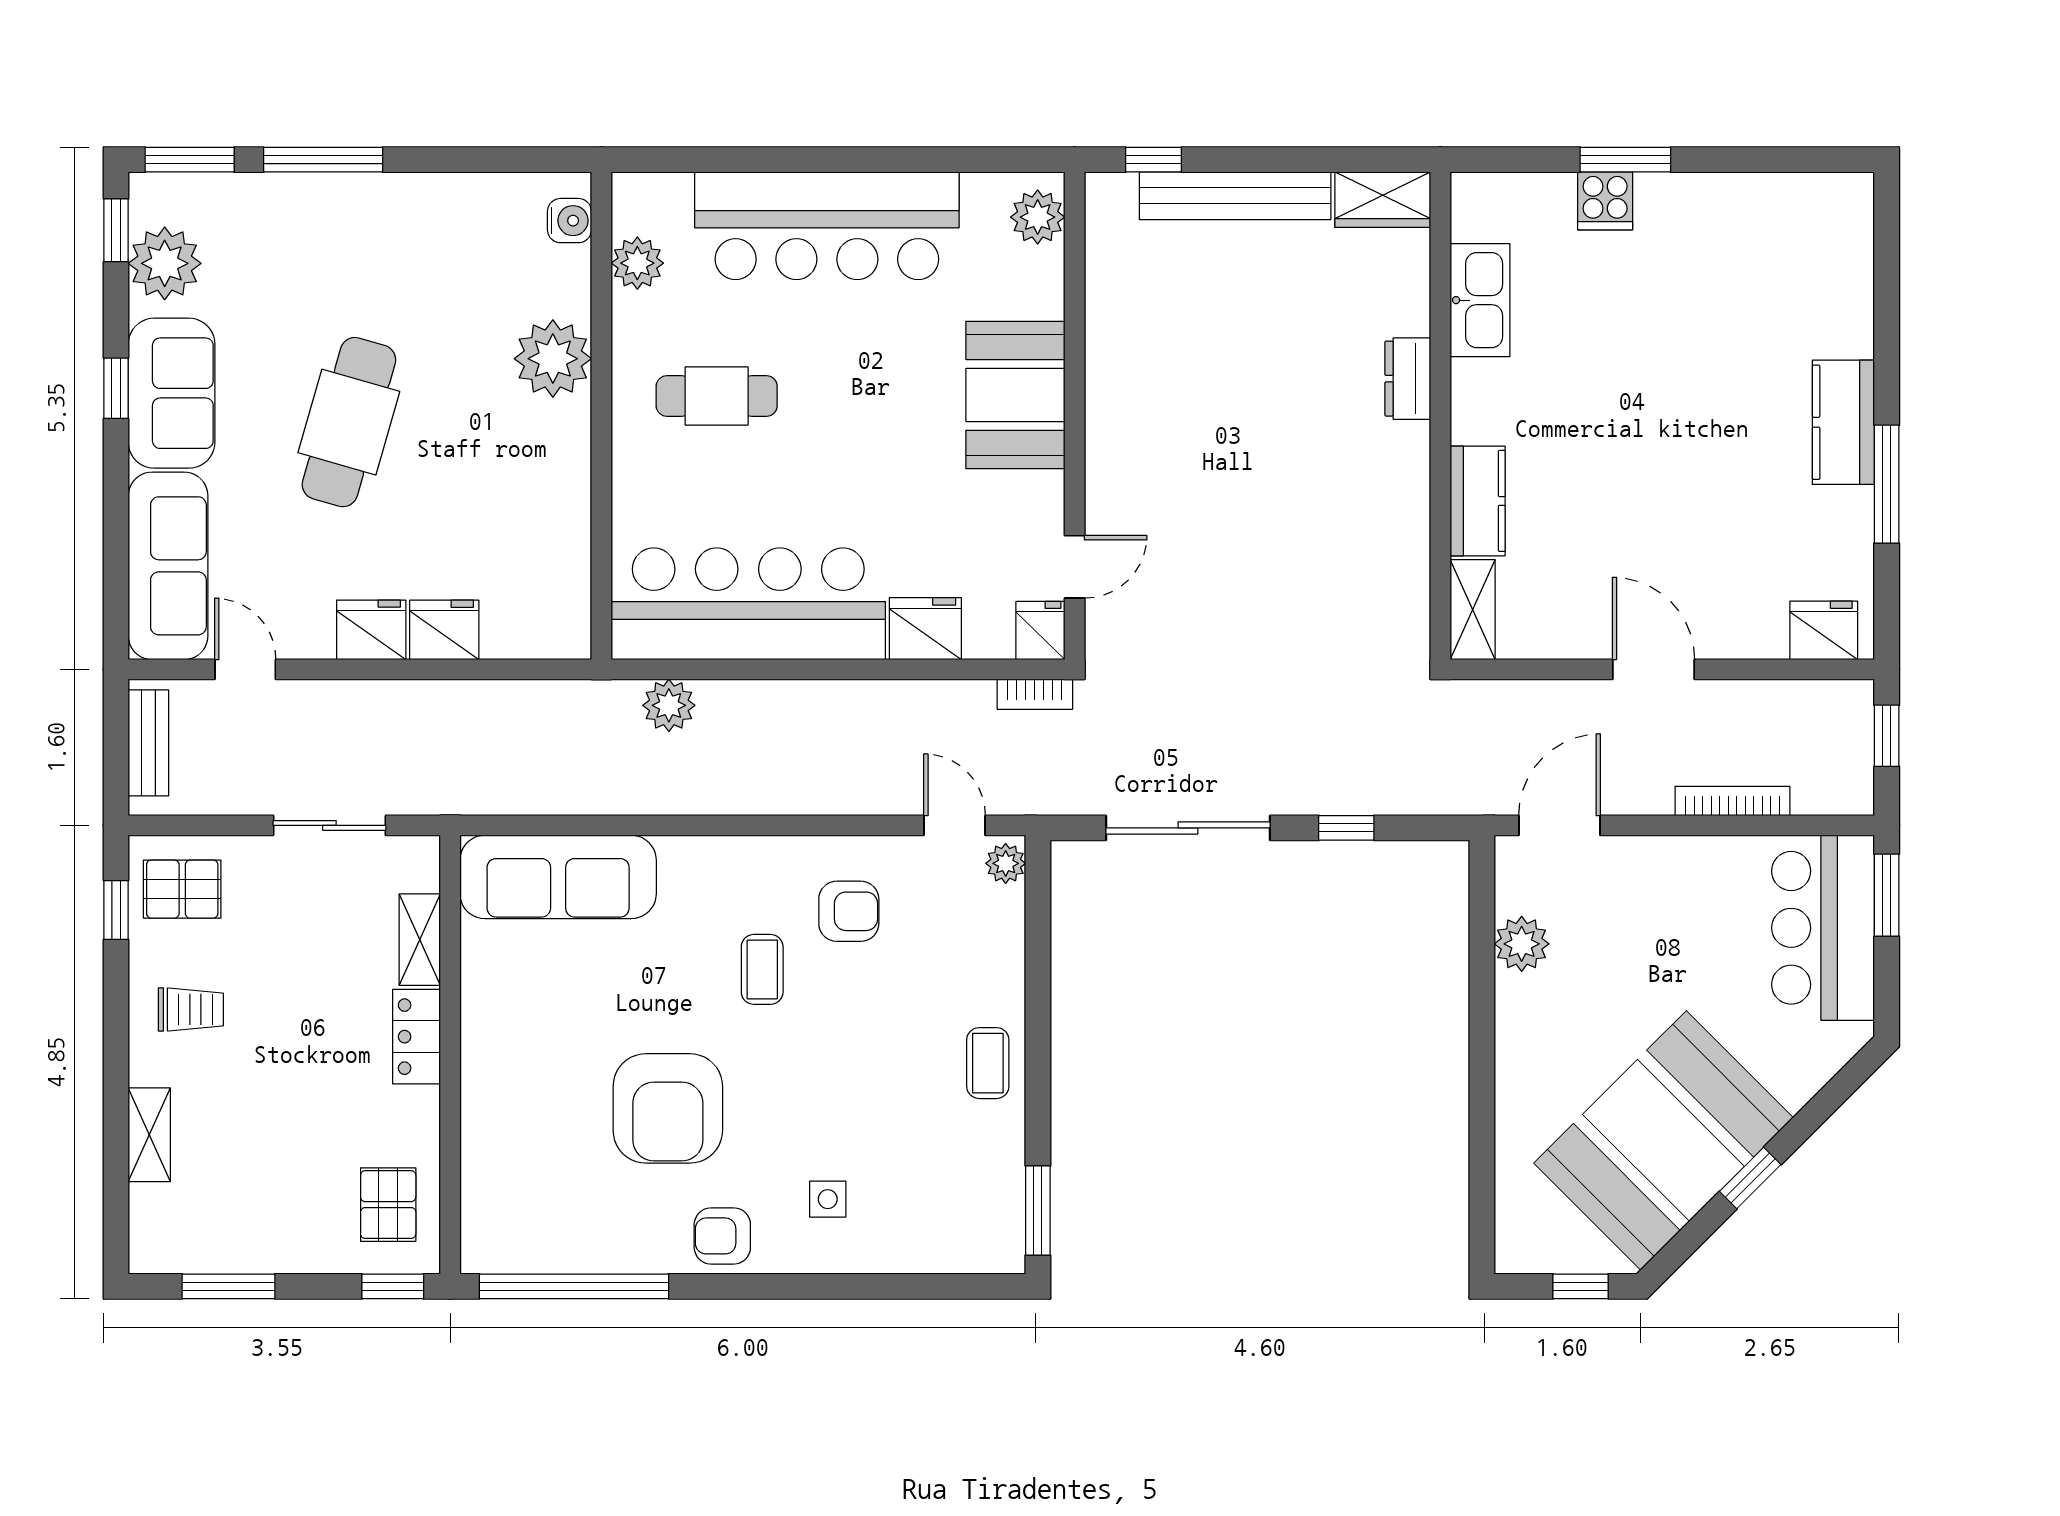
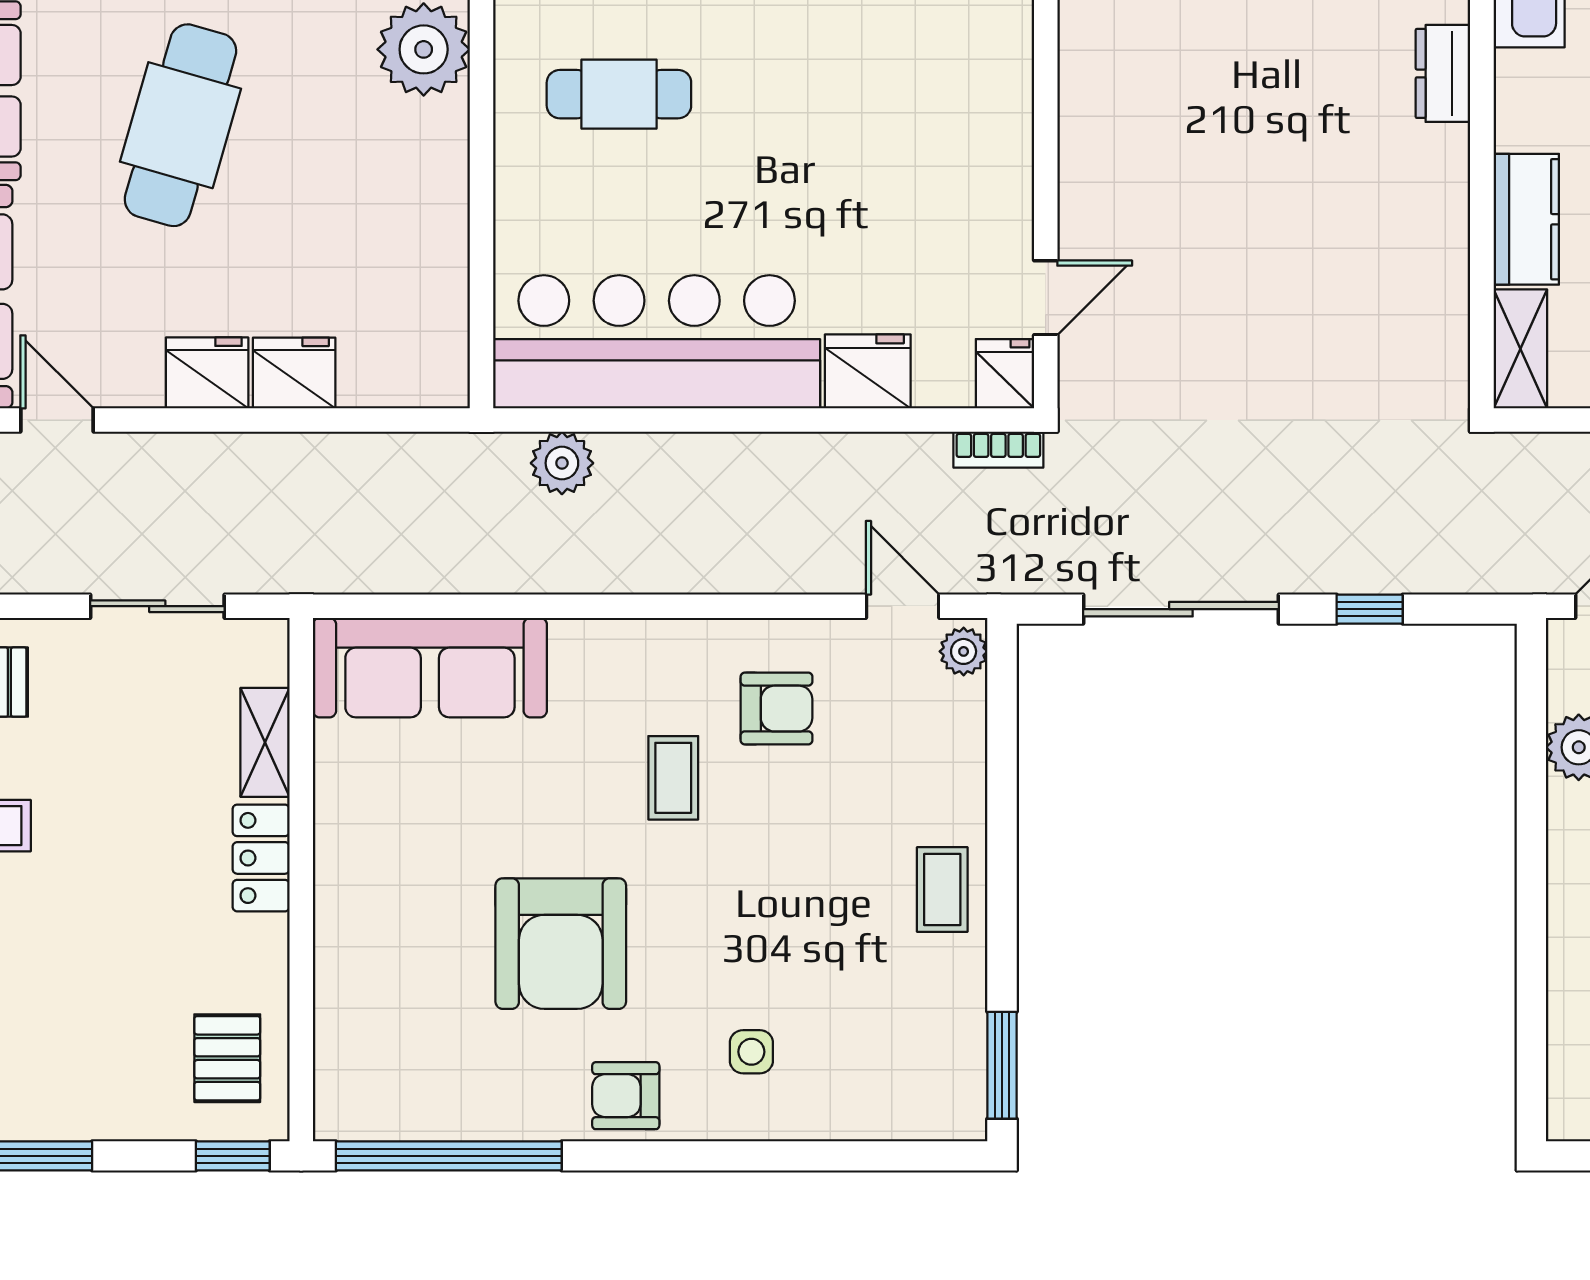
booth: (1015, 395) -> (975, 93), removed

